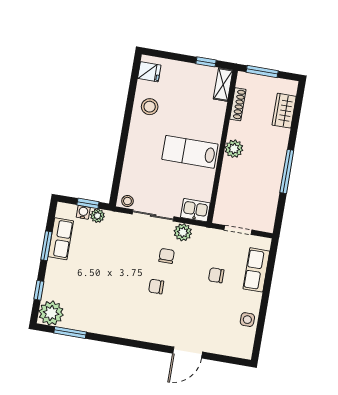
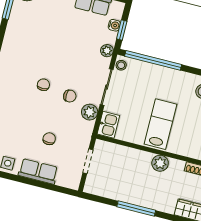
window: (119, 166) -> (153, 60), added
plant: (97, 216) -> (107, 51), moved
row of seats: (256, 270) -> (38, 171), moved

